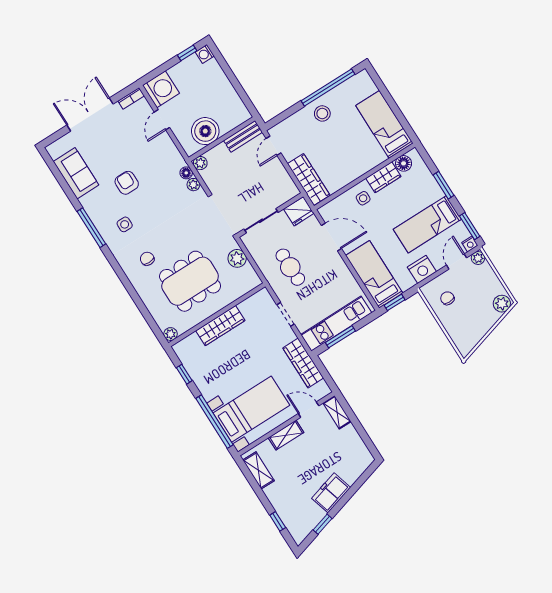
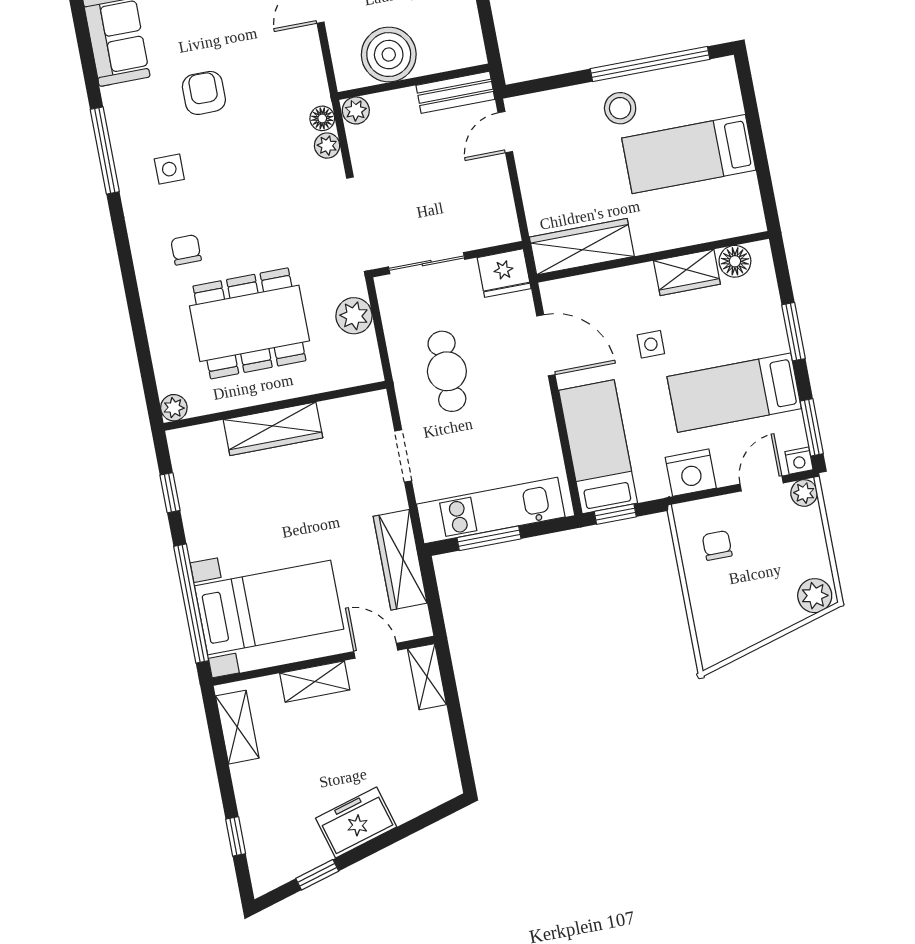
bed: (384, 124) -> (689, 154), moved, turned -90
wardrobe: (309, 179) -> (582, 247), moved, turned -90
side table: (363, 198) -> (651, 344), moved

